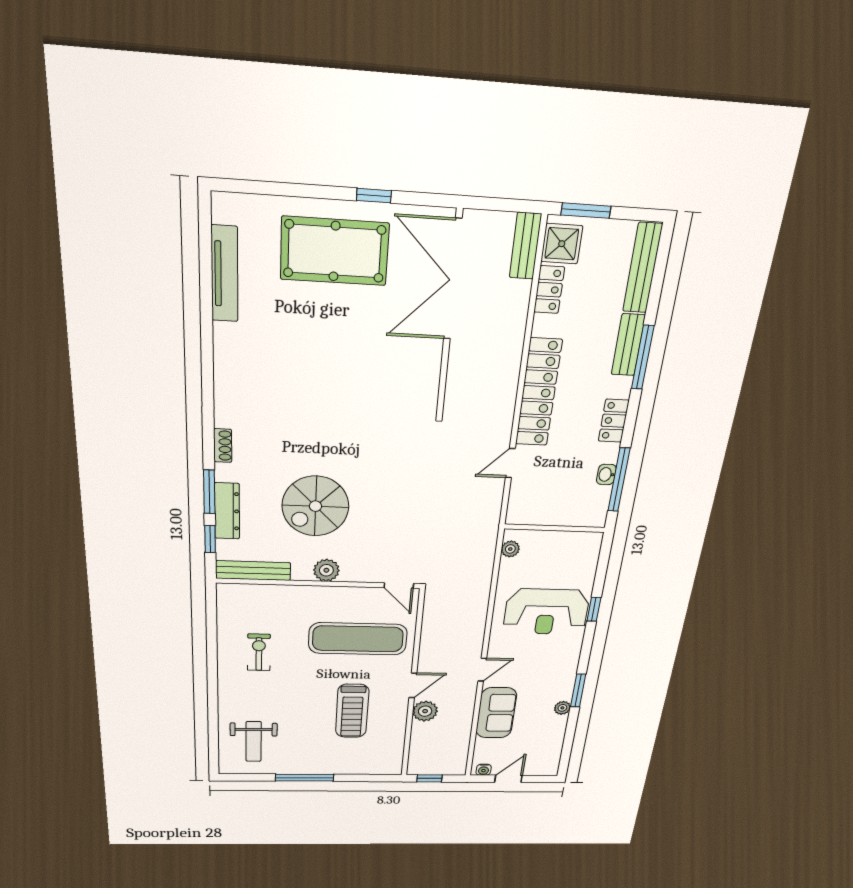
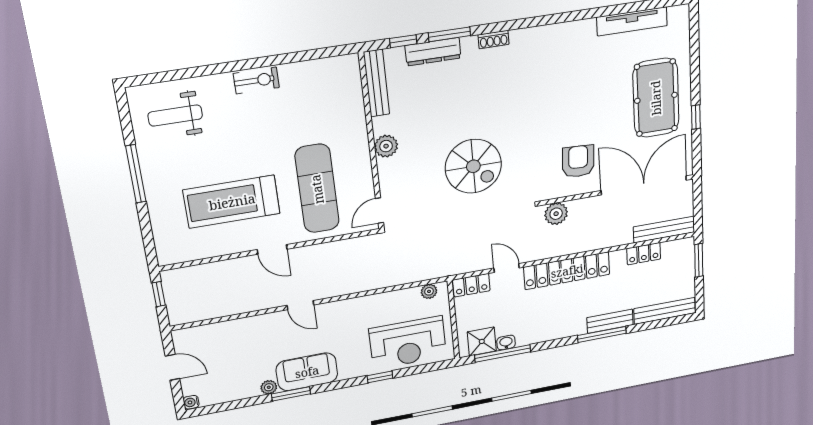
shower: (562, 244) -> (482, 341), moved
bench: (525, 246) -> (664, 230), width x1.36
armchair: (397, 363) -> (578, 161), added
locker: (614, 421) -> (471, 285), moved, turned 180
spiral stairs: (315, 506) -> (473, 166), moved, turned 180
reception desk: (546, 612) -> (408, 343), moved, turned -90
exercise bike: (259, 652) -> (256, 80), moved
treadmill: (352, 711) -> (232, 202), width x1.37, depth x1.38
plant: (425, 711) -> (556, 214), moved
sofa: (496, 713) -> (307, 372), moved, turned 180
water cooler: (484, 770) -> (191, 402), moved

